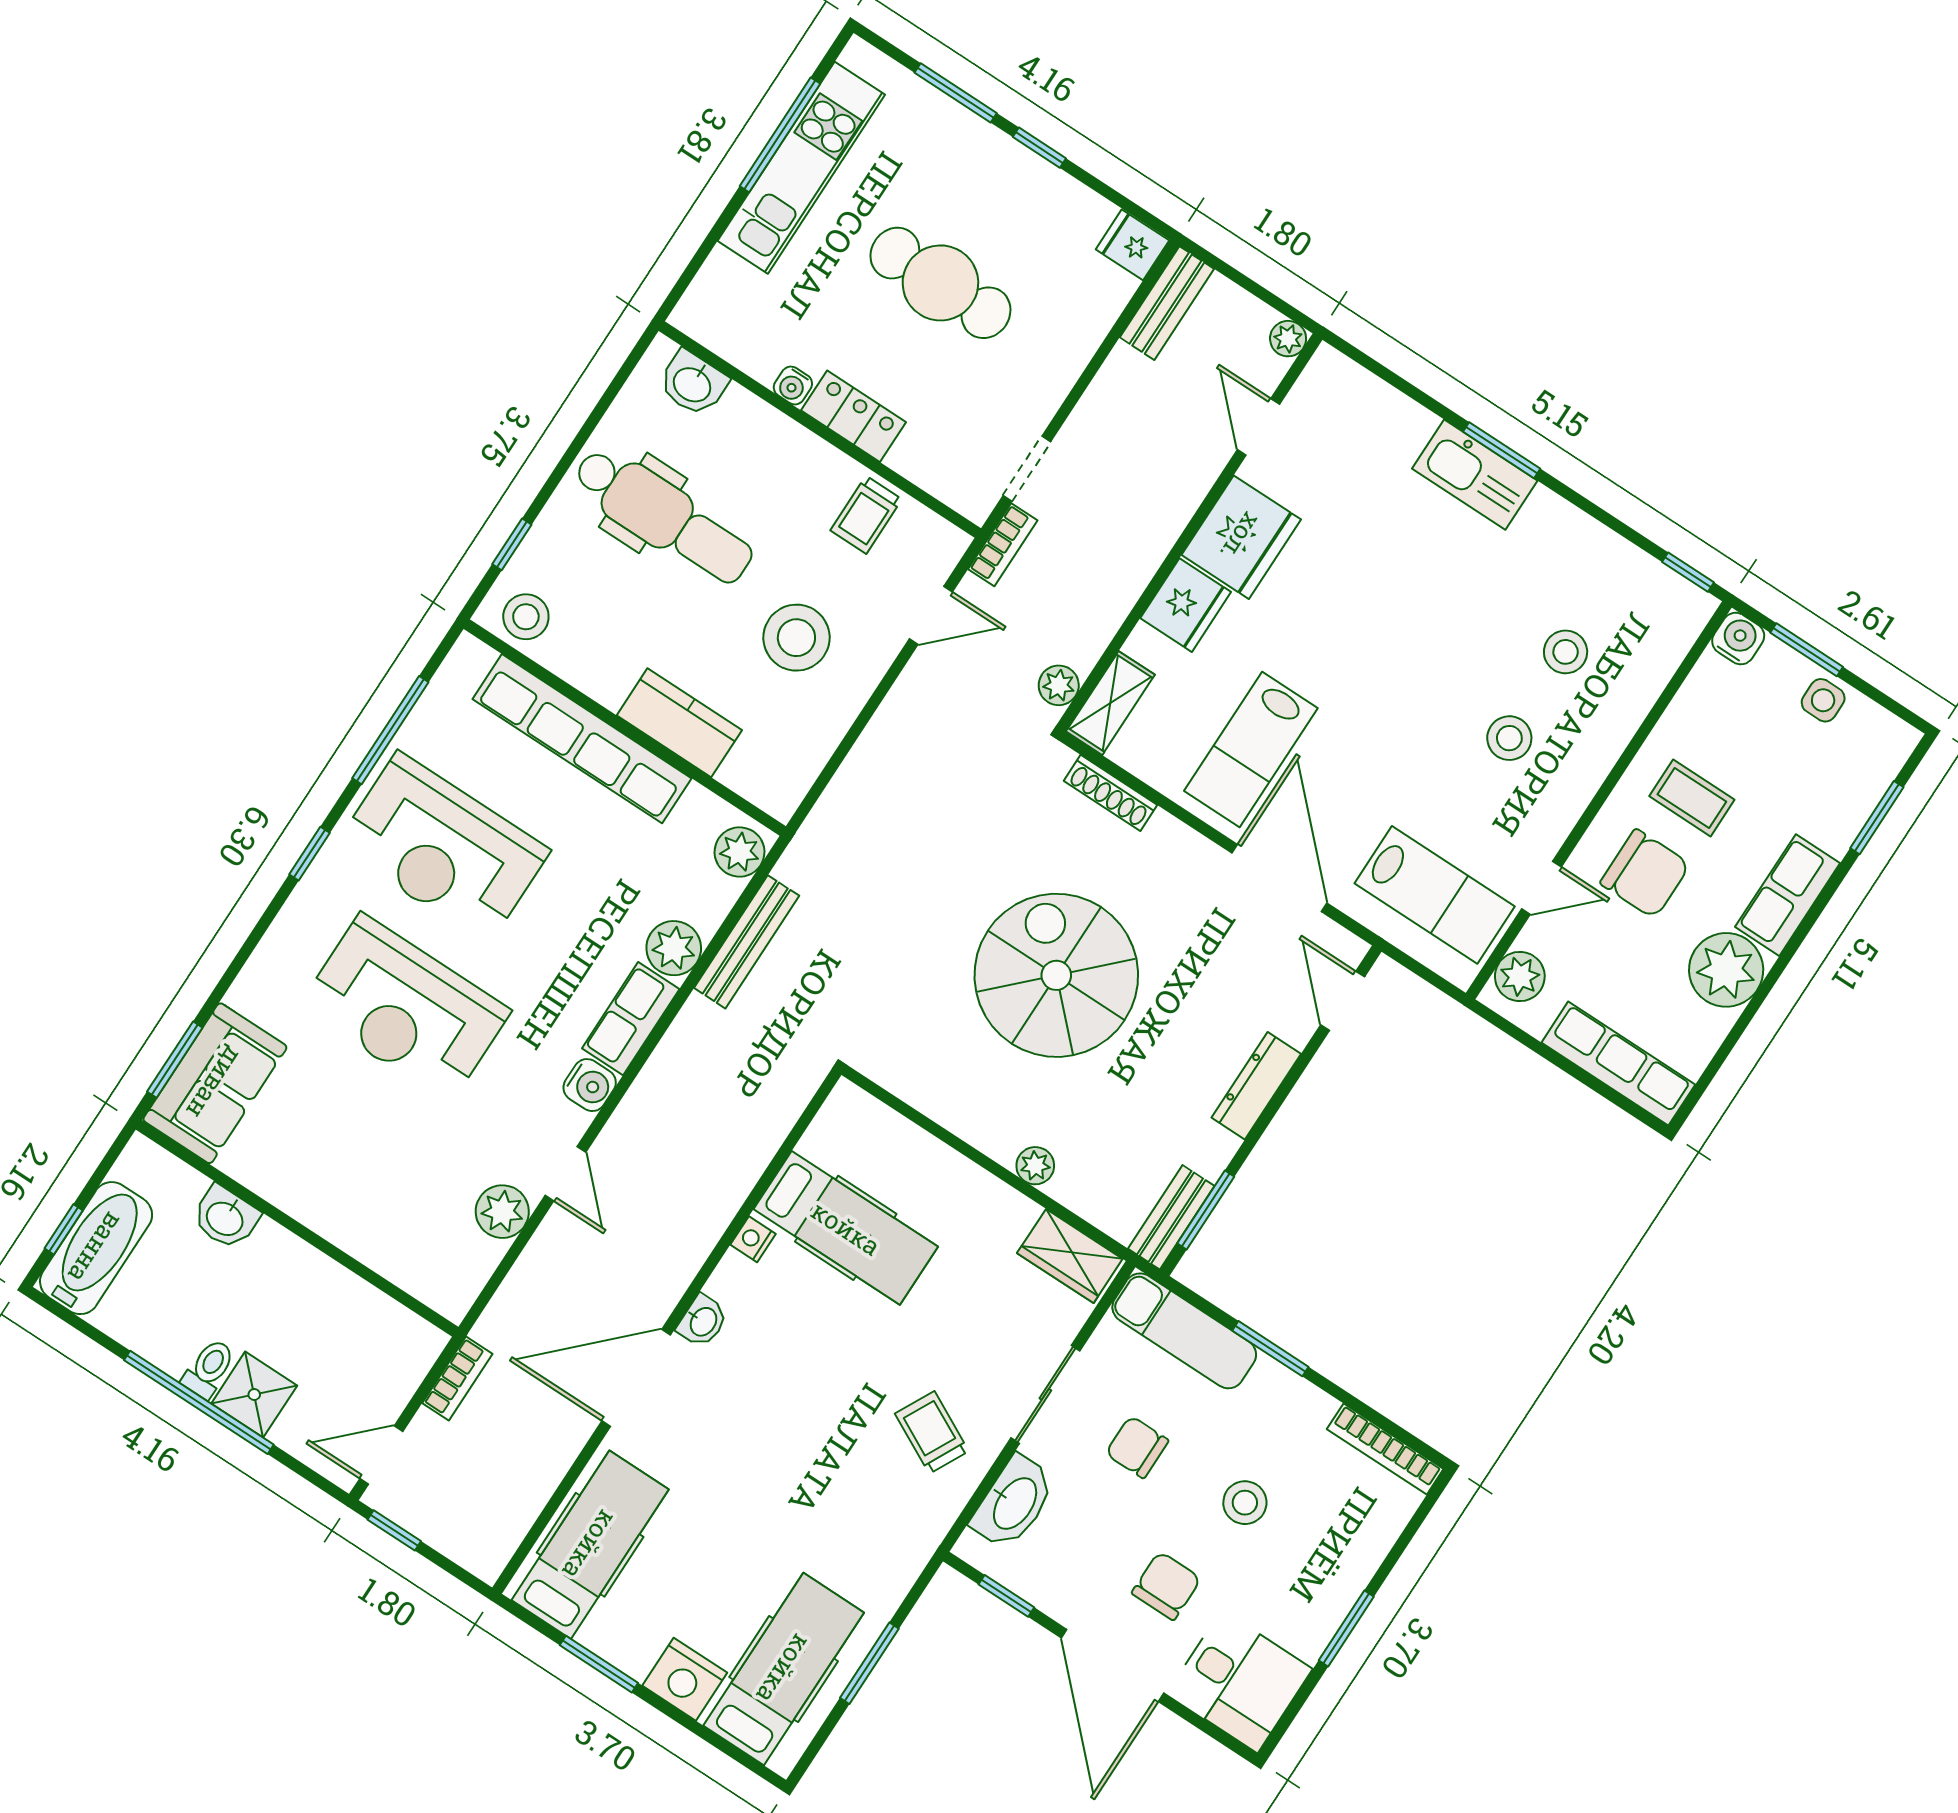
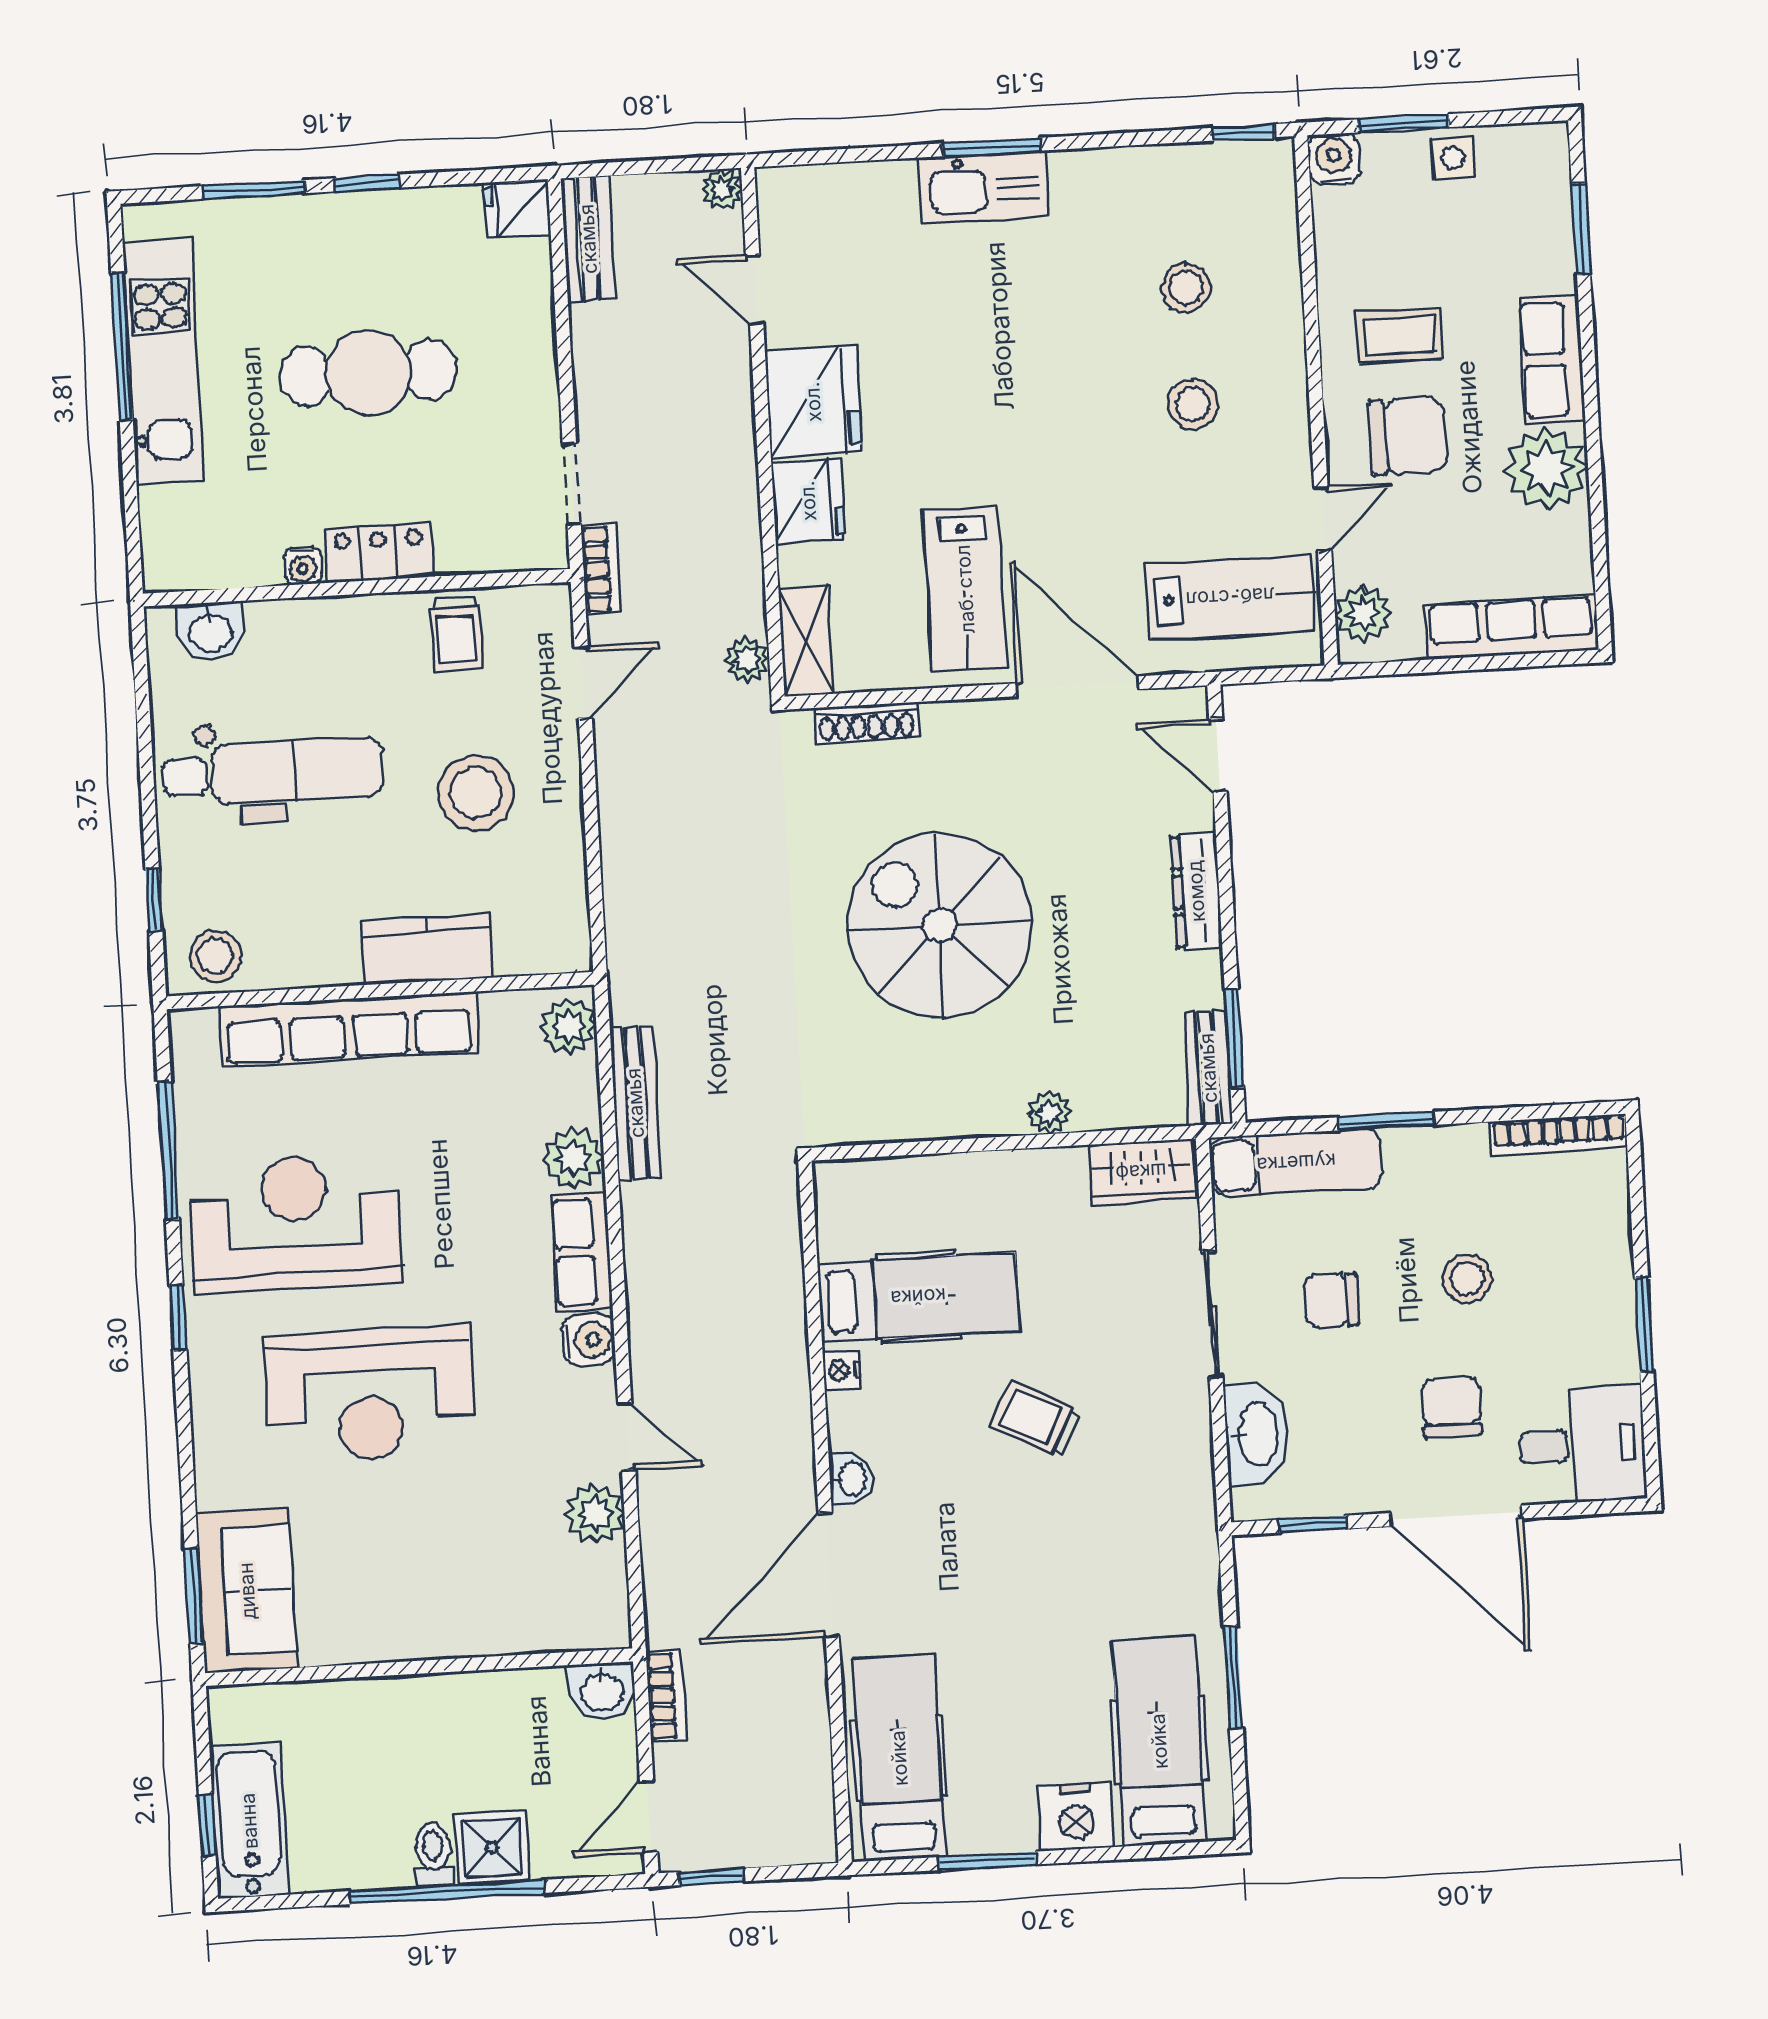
reception desk: (443, 848) -> (296, 1223), turned 180
washbasin: (225, 1218) -> (602, 1691), moved
trolley: (932, 1432) -> (1036, 1419), moved

